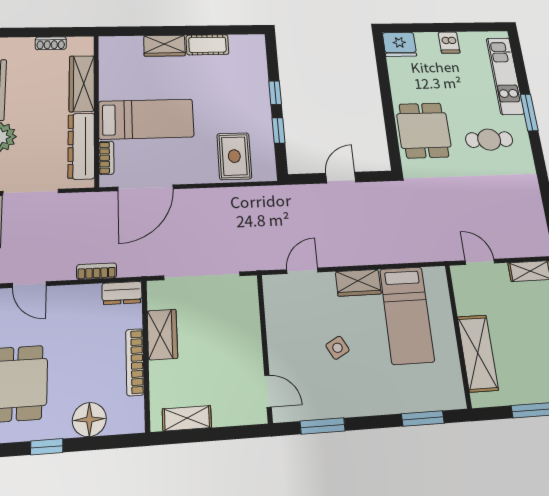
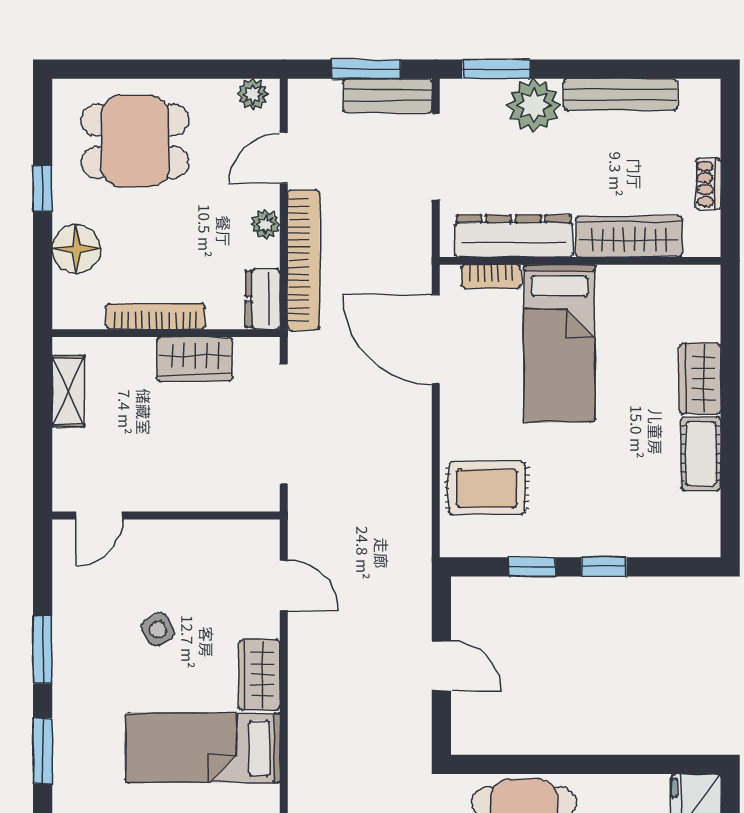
bookcase: (97, 271) -> (304, 260), width x2.31, depth x1.31
plant: (73, 294) -> (266, 224), added
window: (323, 426) -> (43, 650), moved

